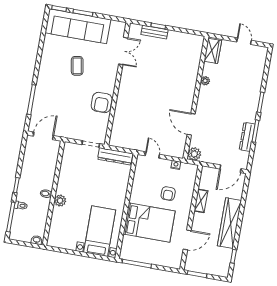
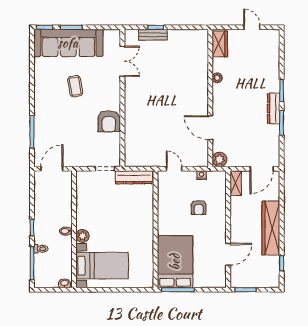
dresser: (247, 137) -> (274, 109), moved
shelving: (201, 201) -> (236, 183), moved
bed: (149, 223) -> (175, 262), moved, turned -90
bed with nightstands: (100, 231) -> (102, 266), moved, turned 90

